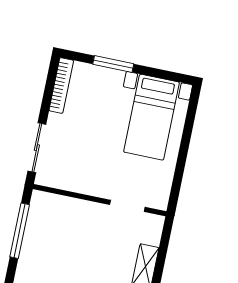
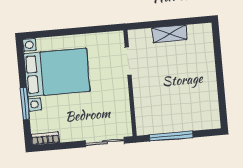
bookcase: (61, 85) -> (45, 139), width x0.64
bed with nightstands: (152, 117) -> (57, 72), width x1.36

